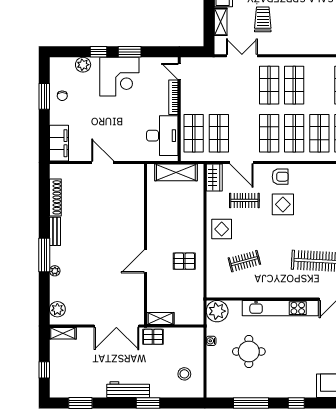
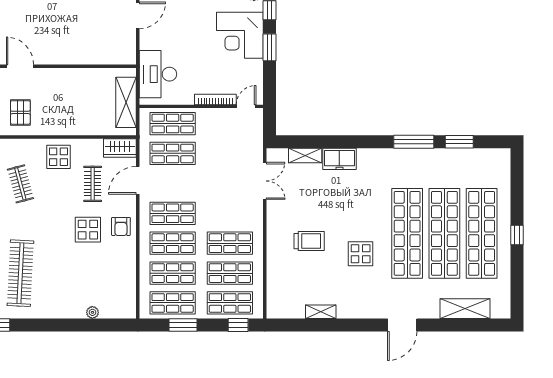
trolley: (263, 19) -> (309, 241), moved
shop shelf: (269, 85) -> (230, 273), moved
desk: (162, 136) -> (158, 74), moved, turned 90

